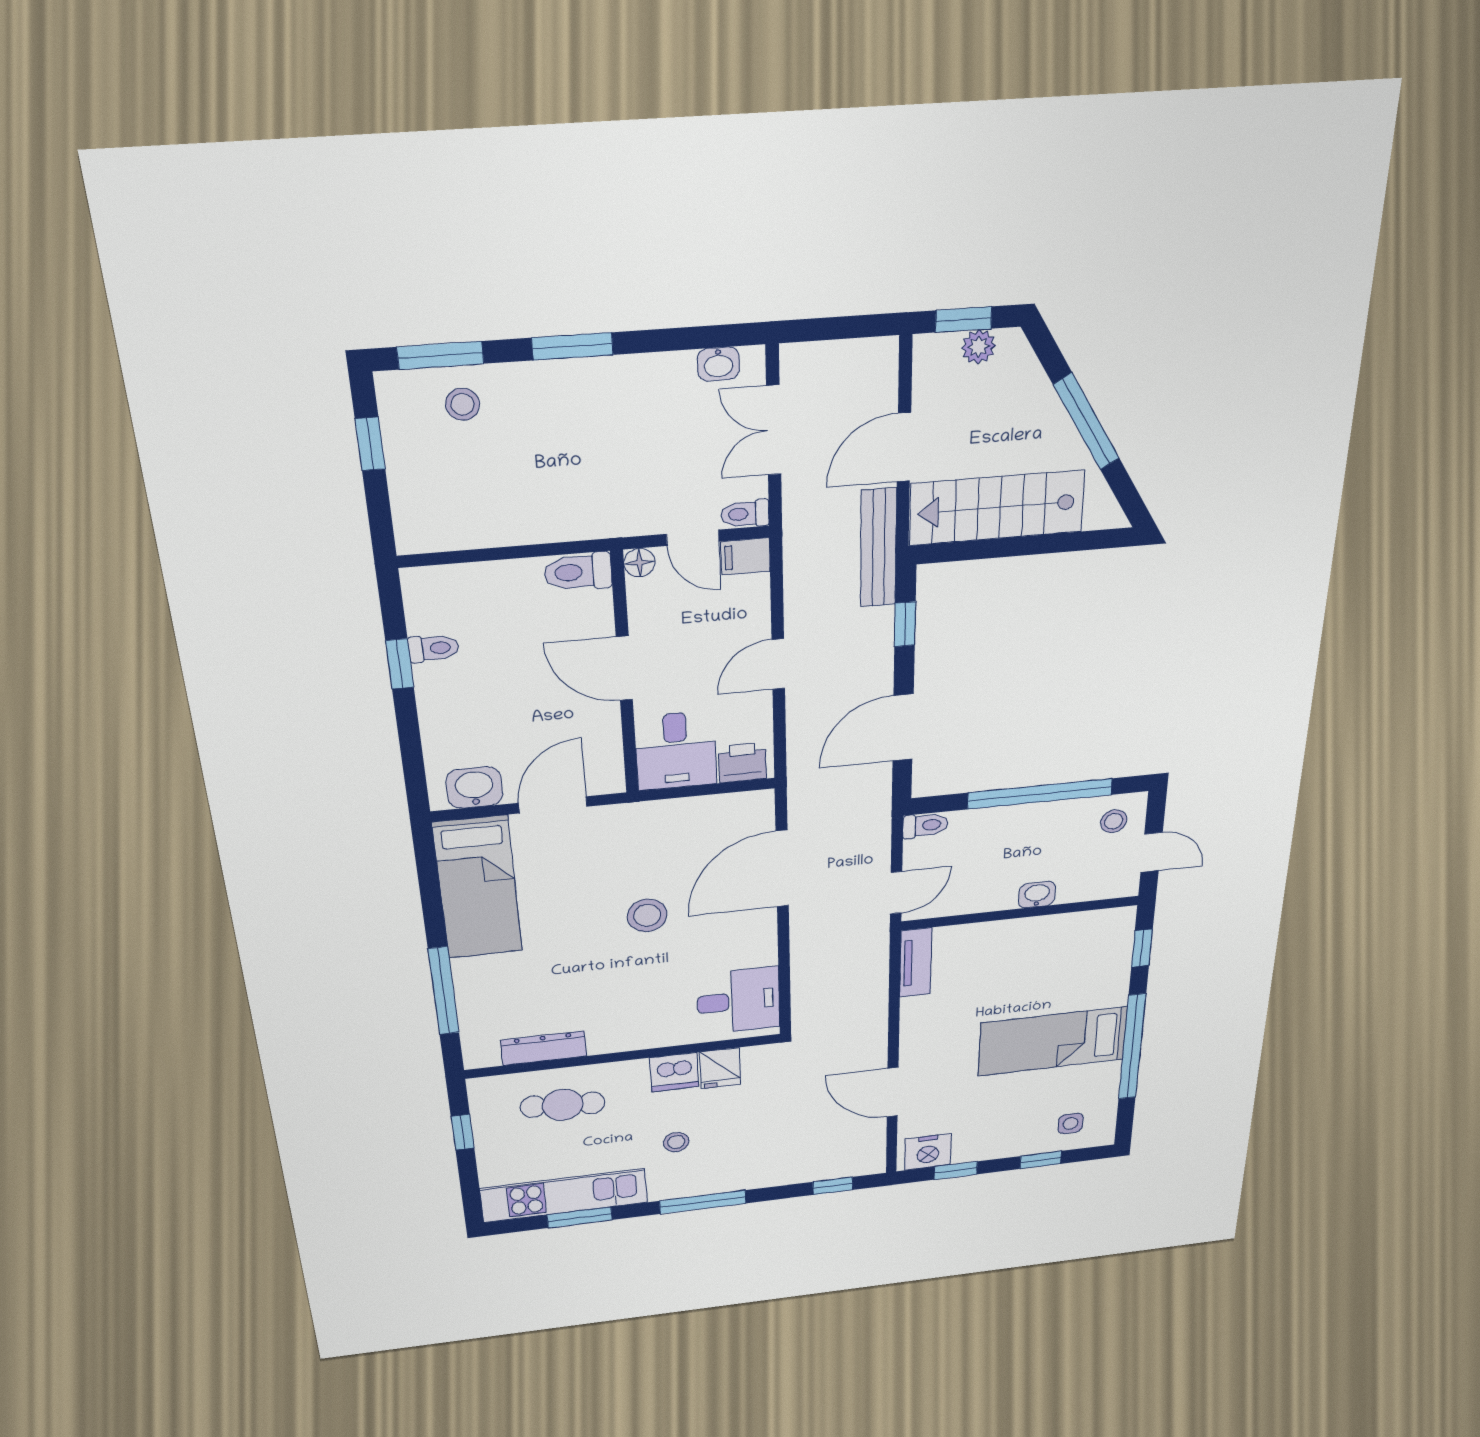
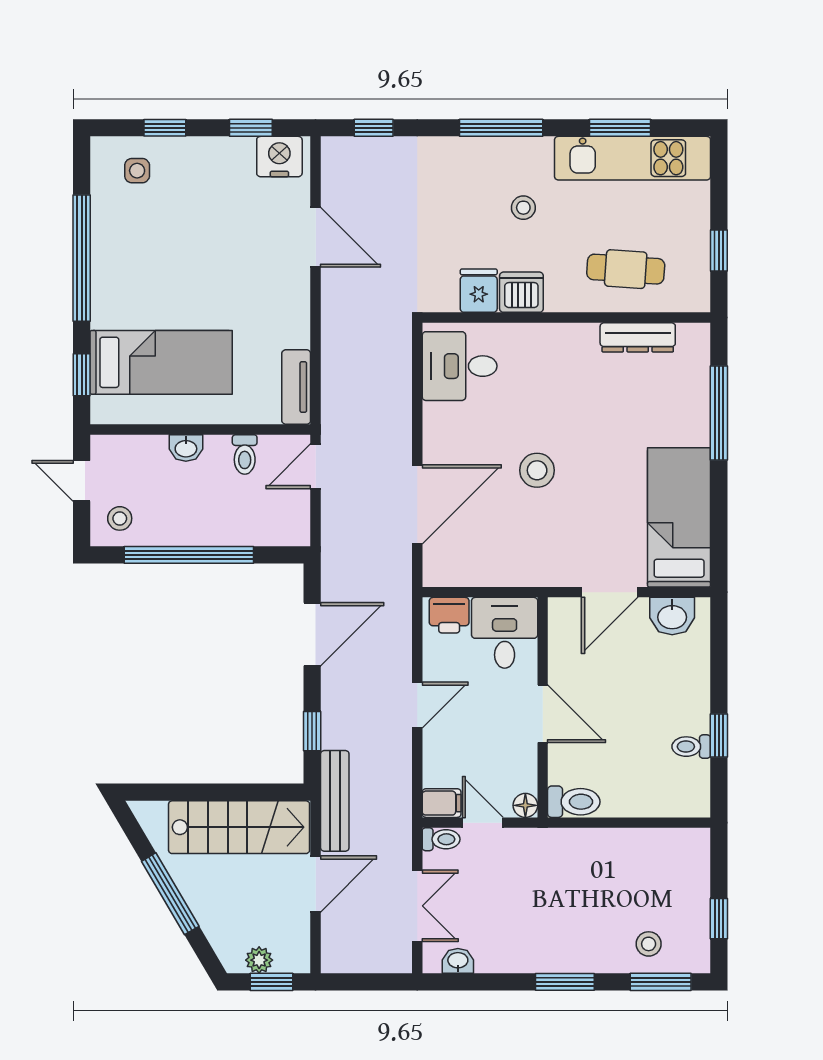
toilet: (925, 825) -> (245, 454), moved, turned -90
bed: (1053, 1041) -> (161, 362), moved

